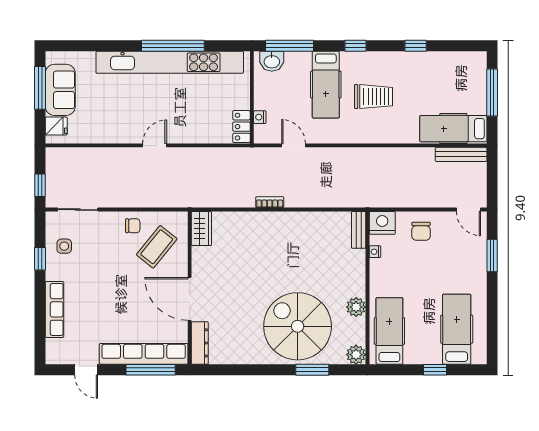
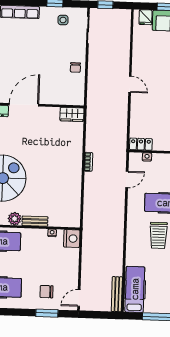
bench: (359, 230) -> (35, 221), moved
chair: (421, 231) -> (46, 292), moved
coffee table: (157, 247) -> (60, 83), removed

